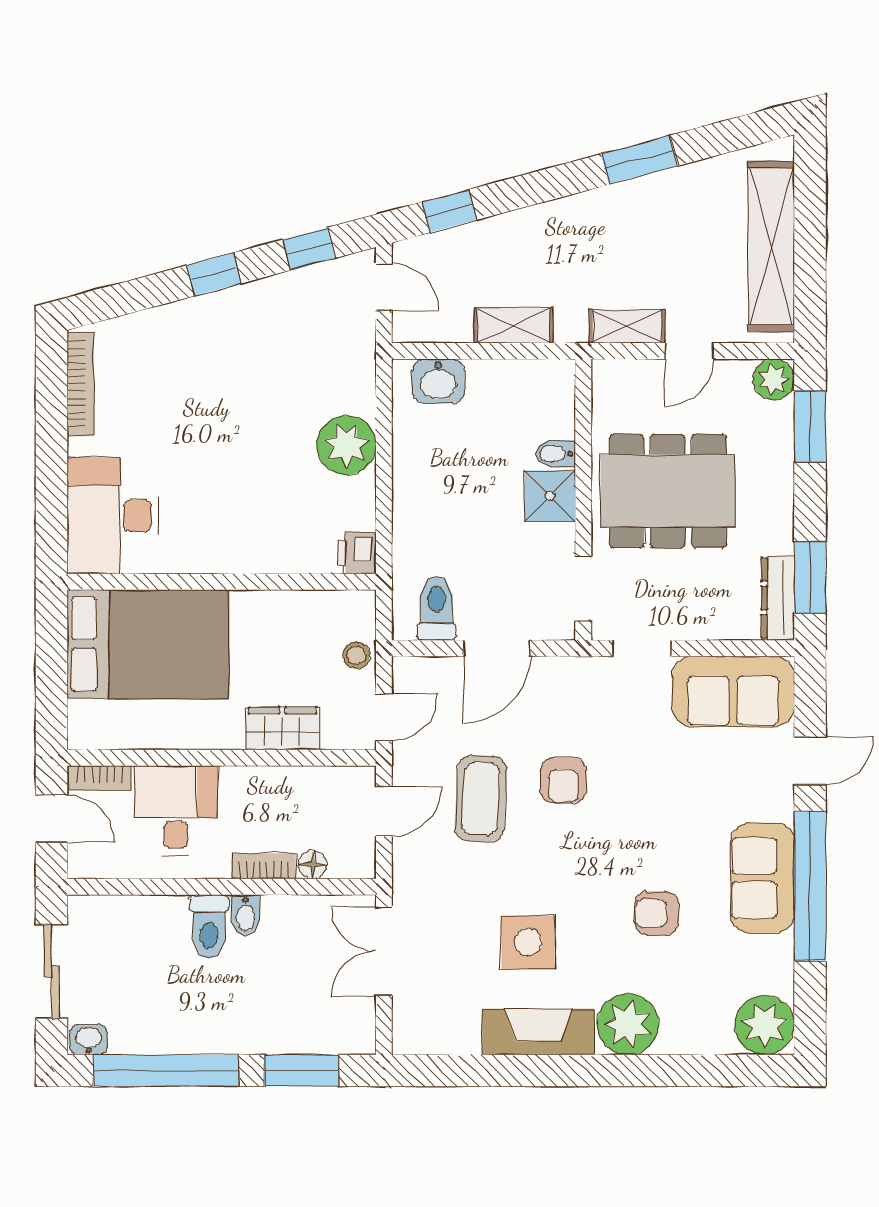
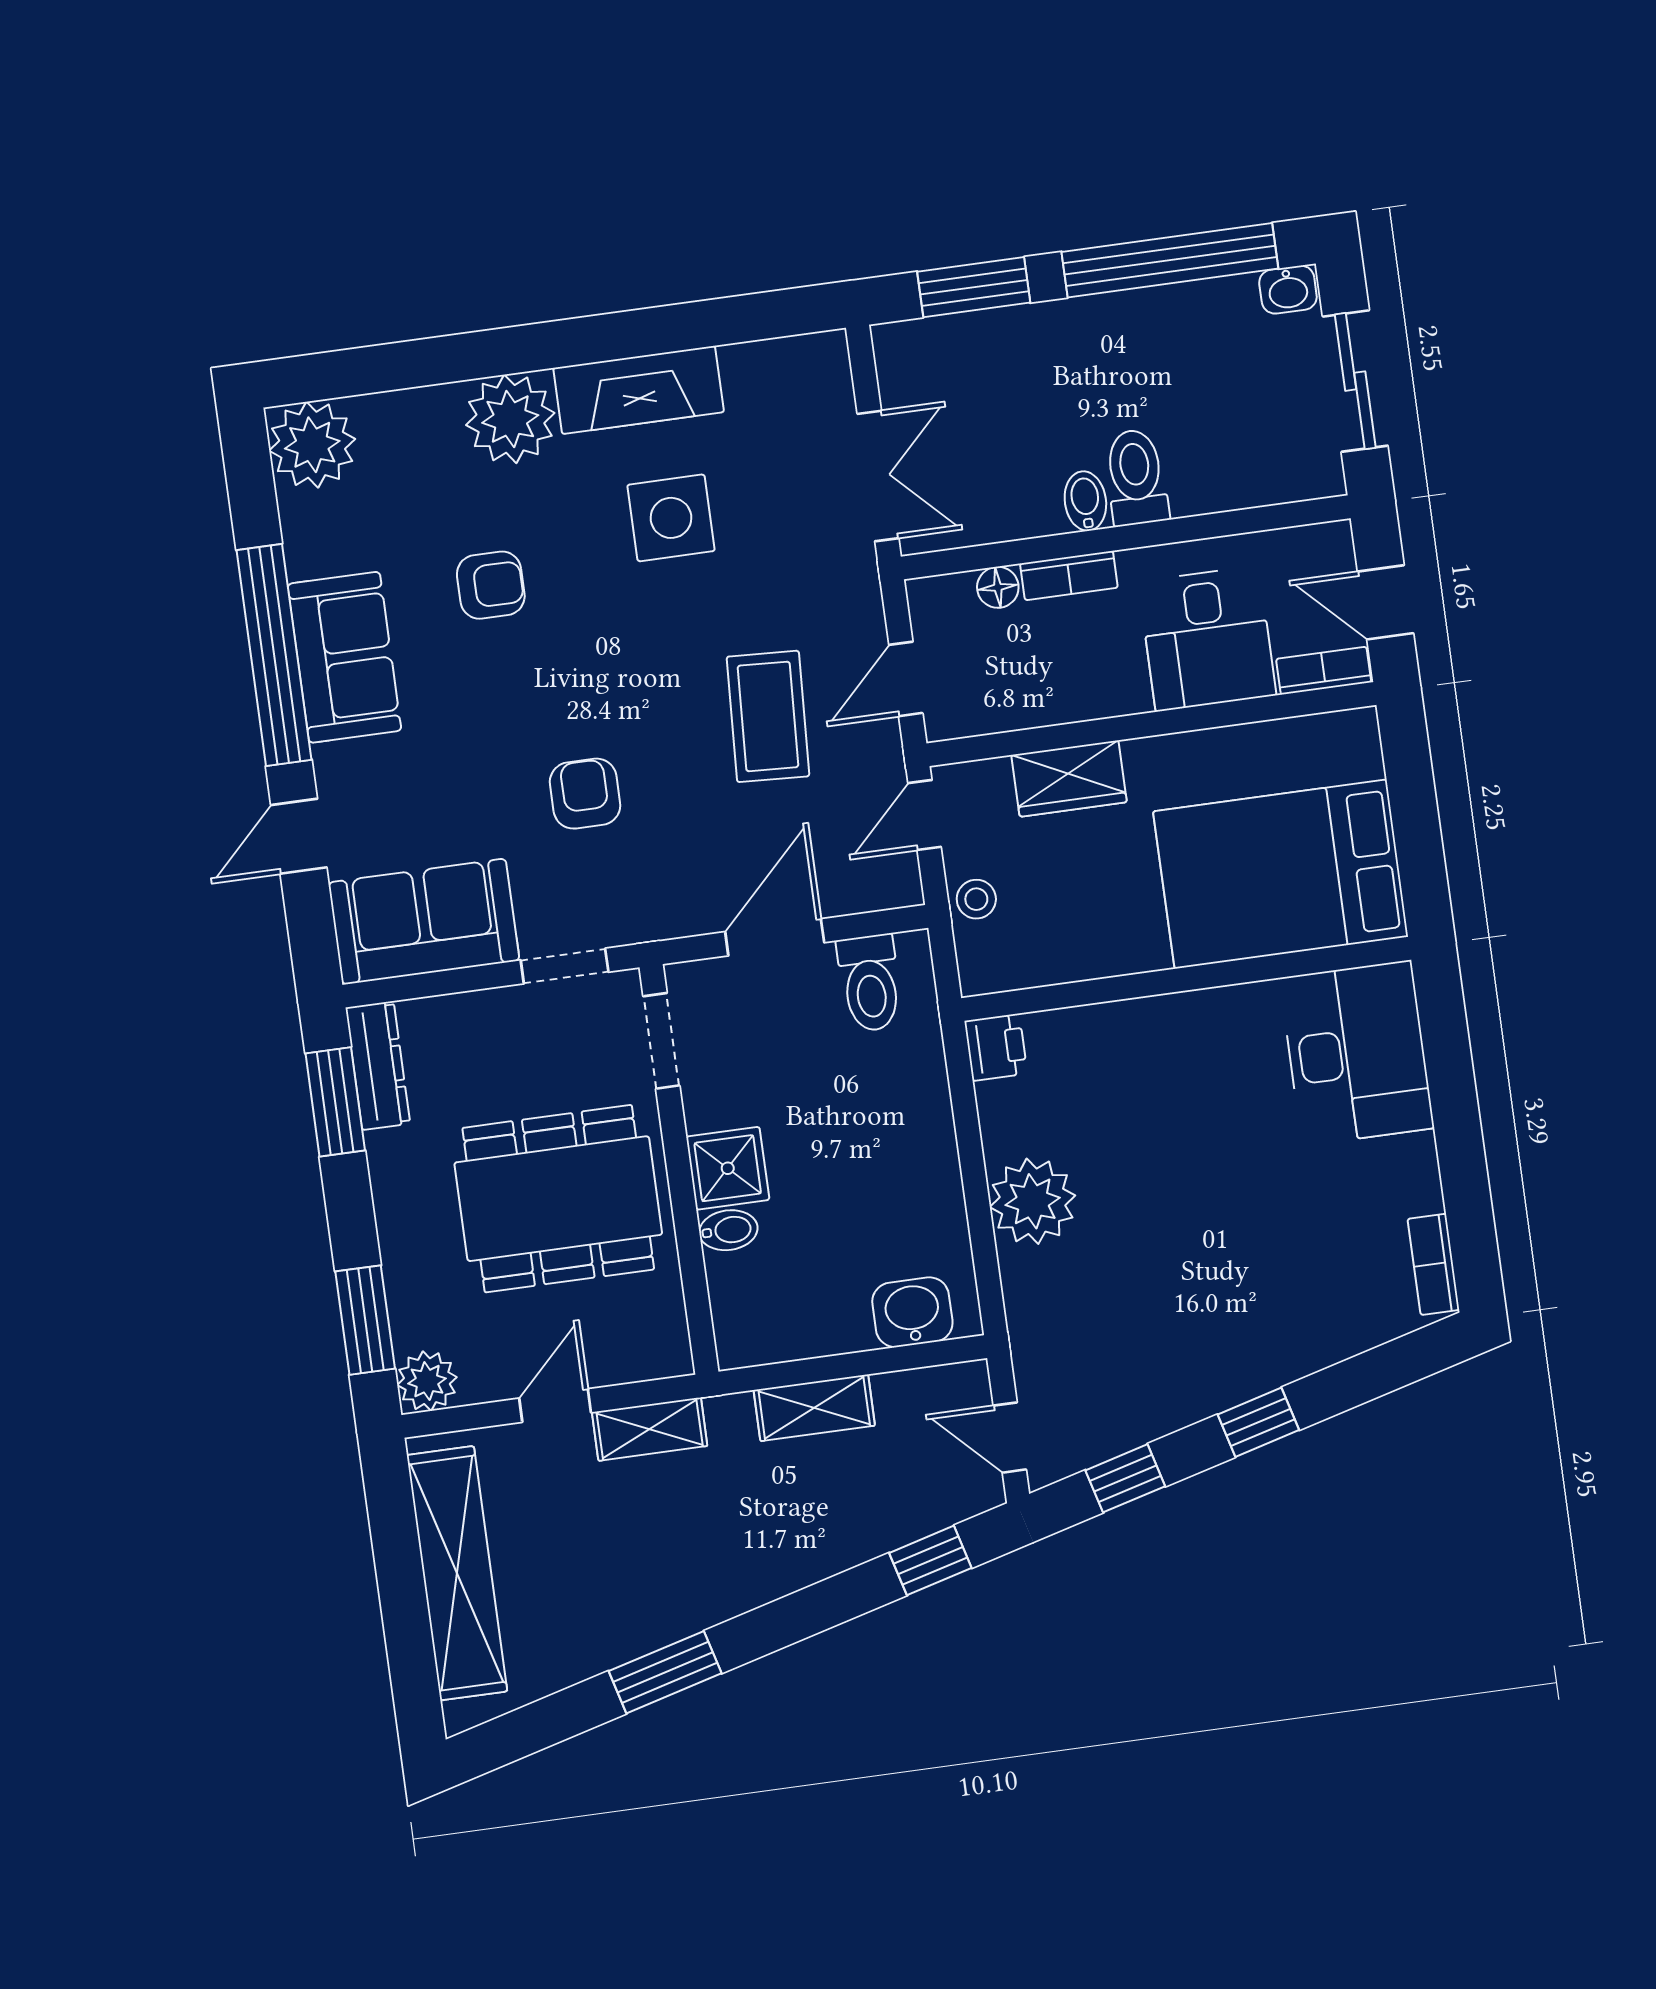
bookcase: (80, 384) -> (1433, 1264), width x0.64
armchair: (563, 780) -> (585, 794), moved

